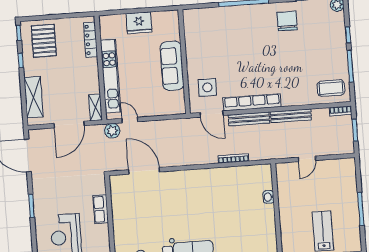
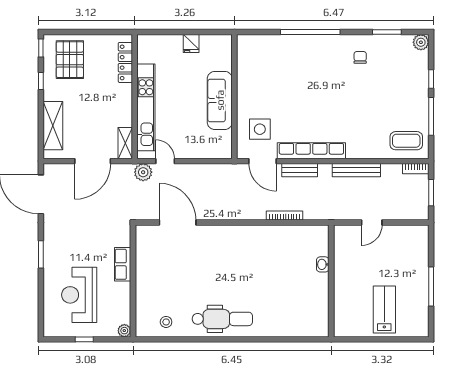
chair: (287, 21) -> (360, 57), width x0.54, depth x0.54
fridge: (139, 23) -> (191, 43), width x0.53, depth x0.75
bench: (249, 119) -> (300, 170), width x0.73

